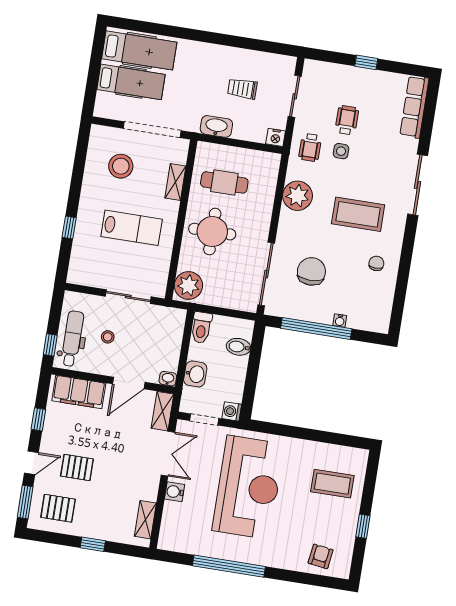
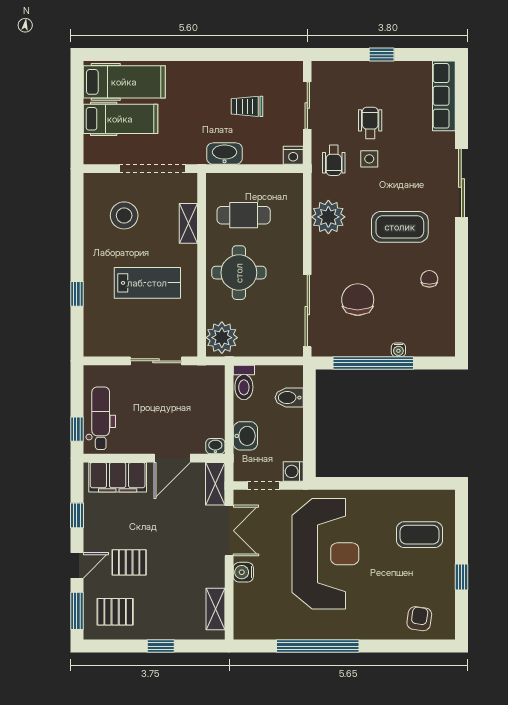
stool: (108, 337) -> (140, 410), removed

